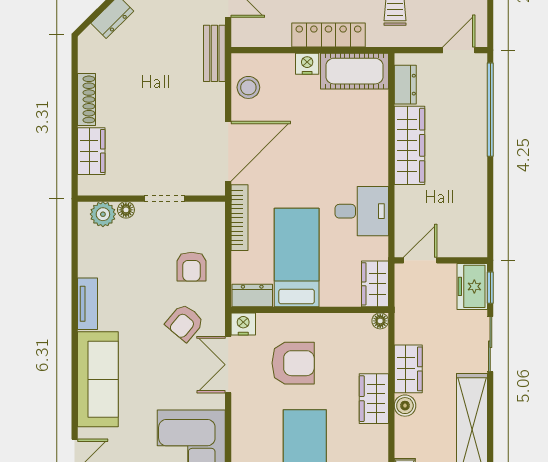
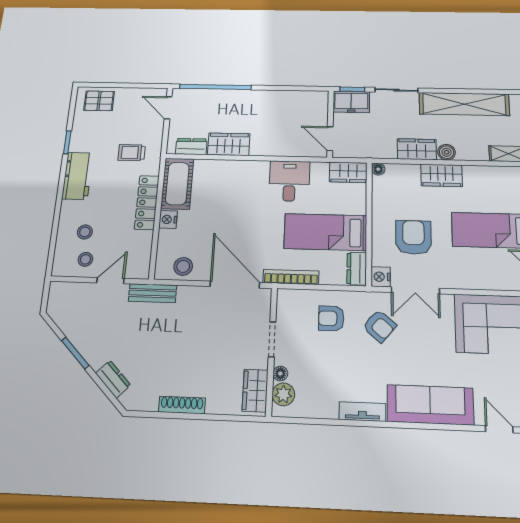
wardrobe: (409, 145) -> (229, 144), width x0.67
wardrobe: (91, 151) -> (255, 391), moved, turned -90
armchair: (192, 267) -> (331, 318), turned 180

